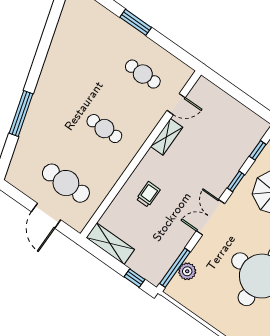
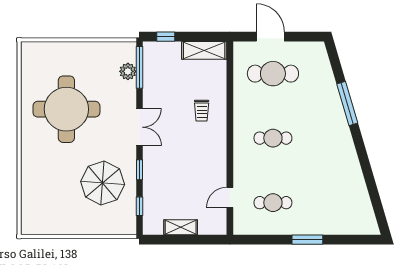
shelving: (167, 137) -> (181, 227), moved, turned 90

